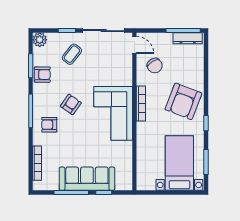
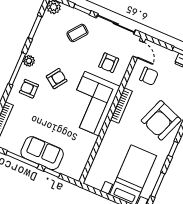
chair: (155, 66) -> (149, 76), turned -58
armchair: (42, 75) -> (109, 63), moved, turned 90
plant: (38, 99) -> (29, 61), added
sofa: (87, 179) -> (42, 153), width x0.73

